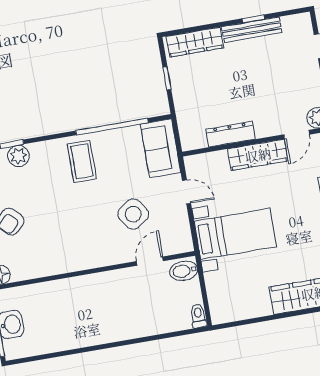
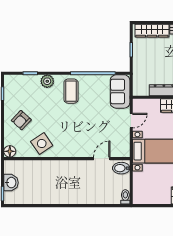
plant: (18, 156) -> (47, 81), moved
door: (187, 192) -> (131, 121), hinge flipped
side table: (133, 214) -> (42, 144), moved

